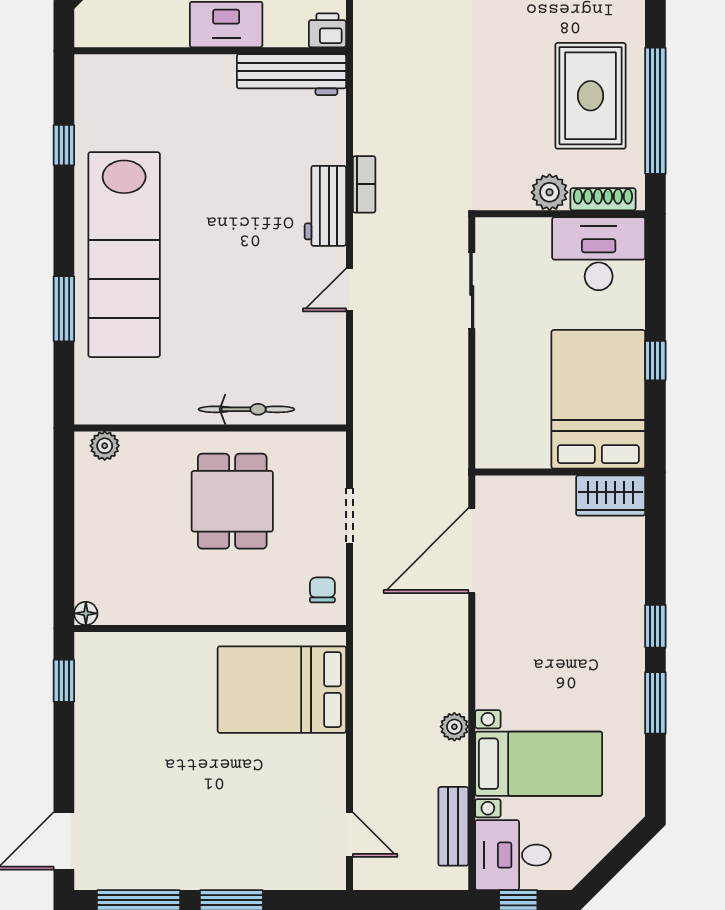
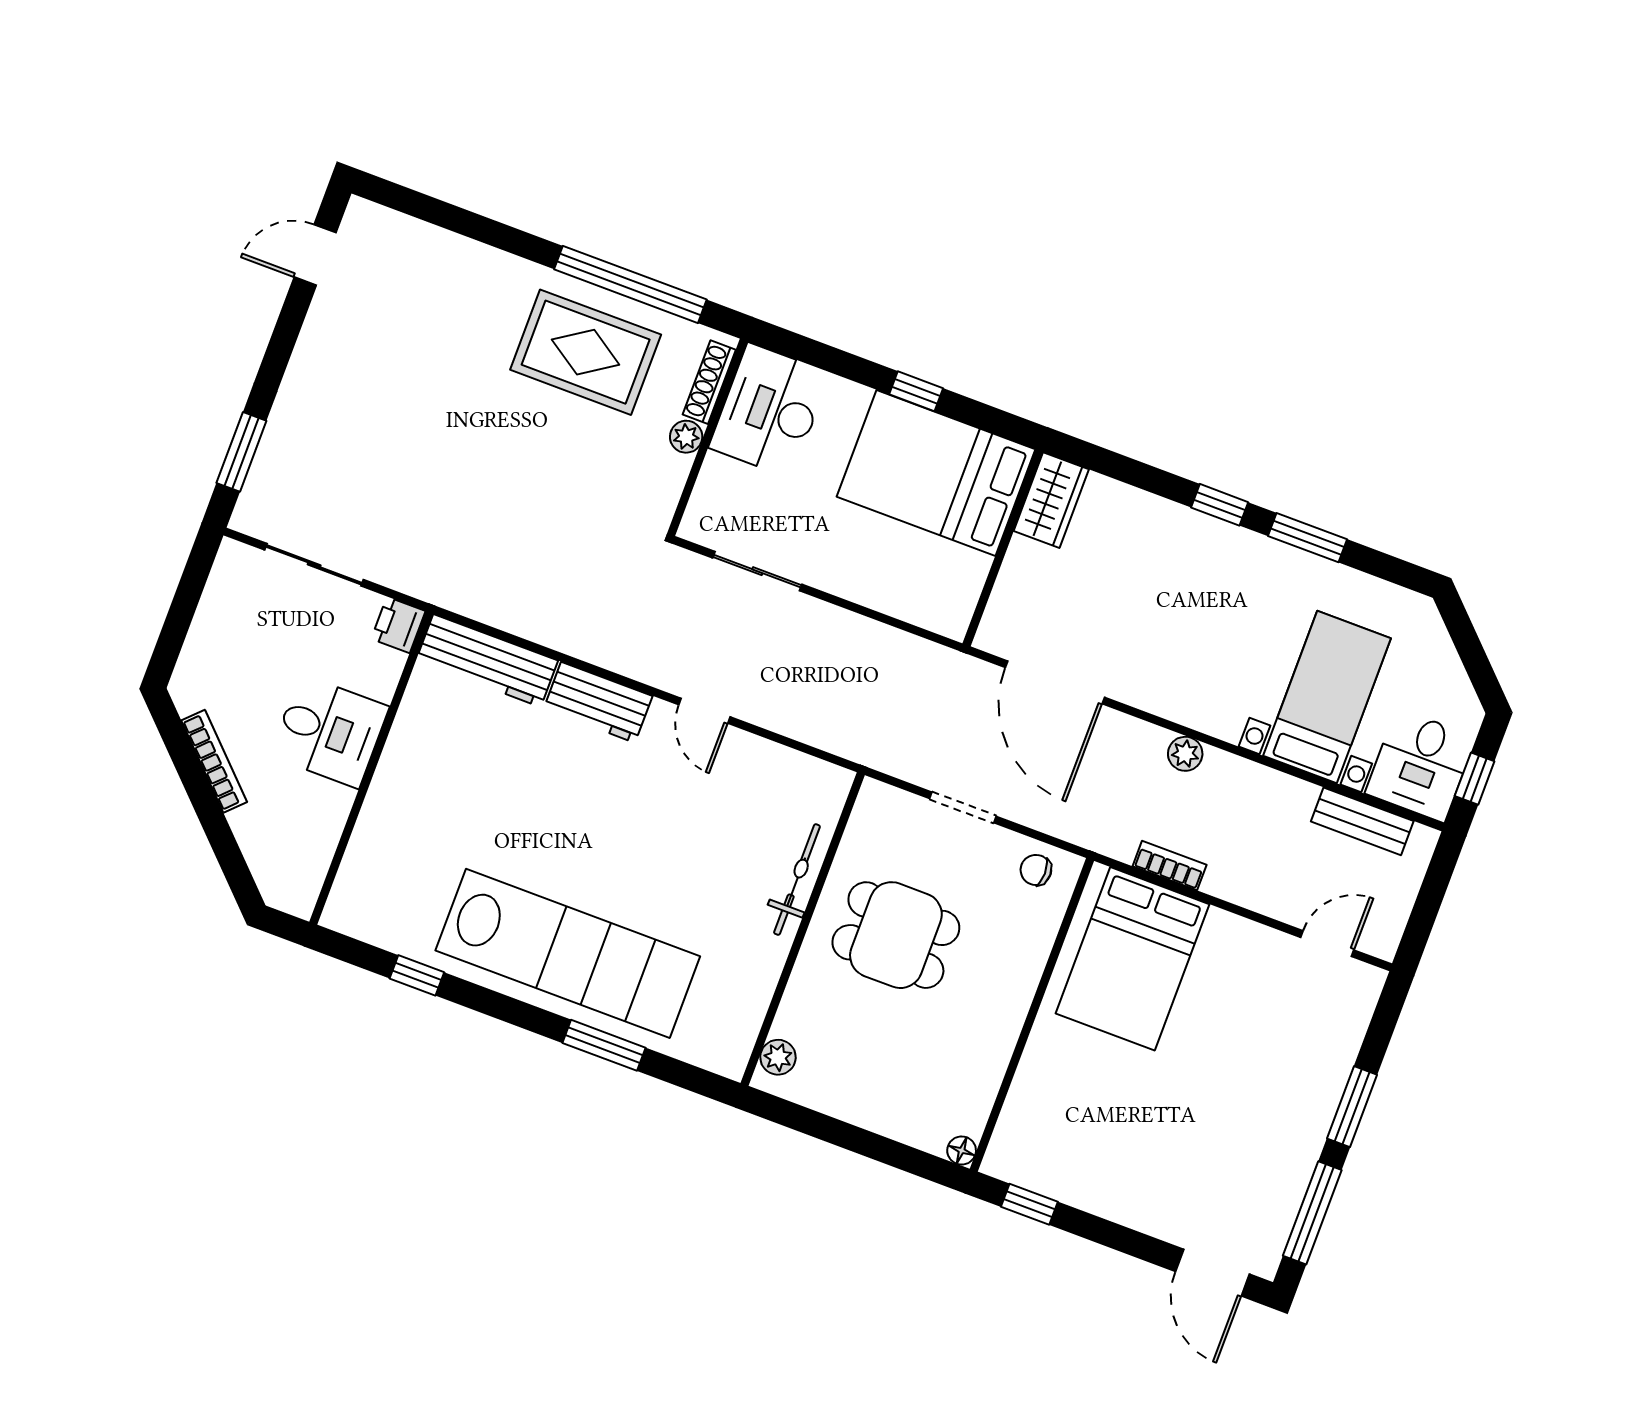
workbench: (292, 75) -> (487, 661), moved, turned 90
bookcase: (364, 184) -> (1170, 866), moved
plant: (550, 192) -> (686, 437), width x0.73, depth x0.73
plant: (454, 727) -> (1185, 754), moved

